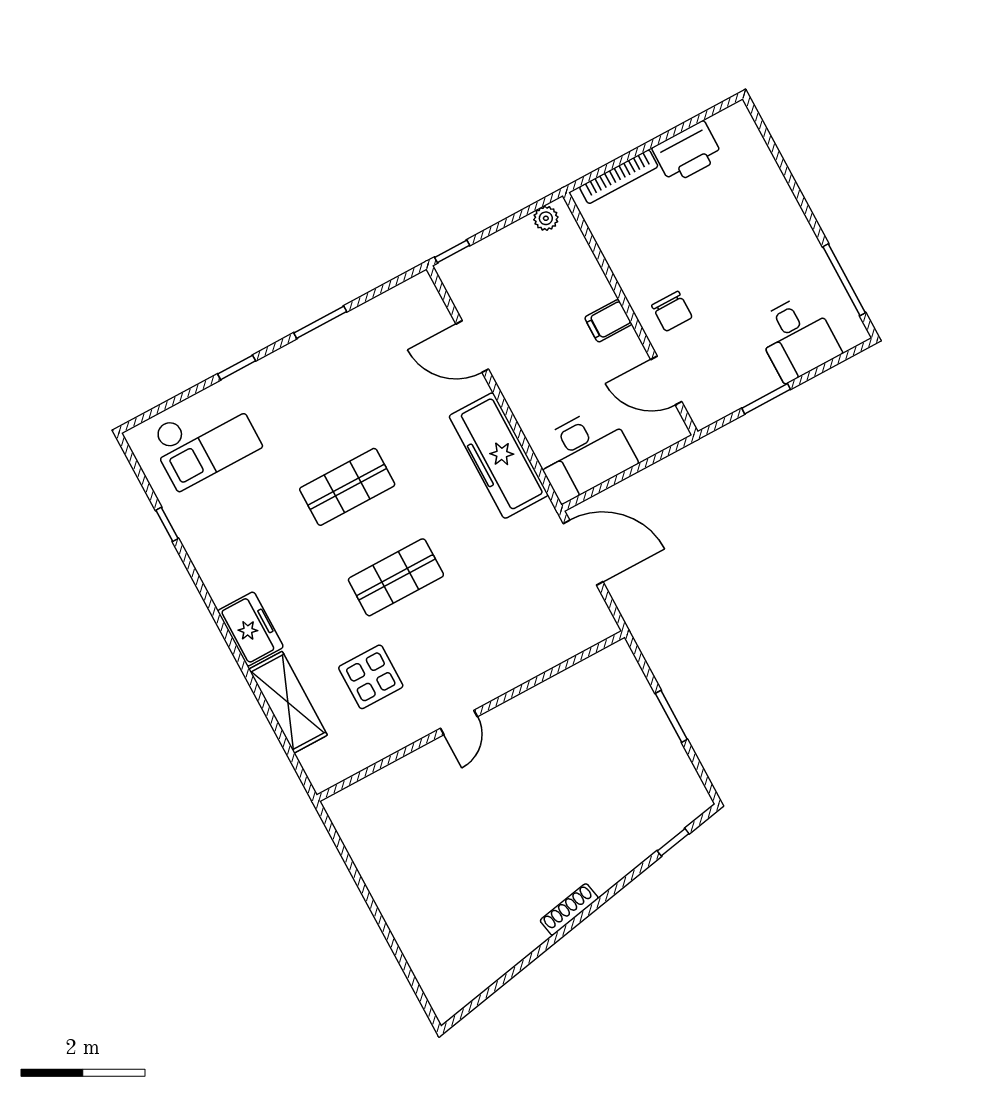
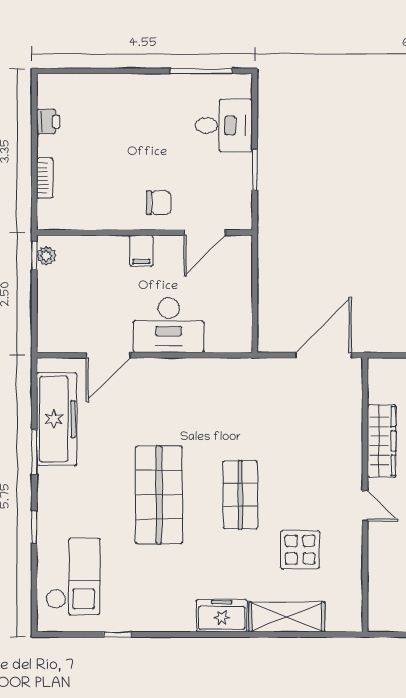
printer: (687, 152) -> (48, 121), width x0.53, depth x0.68
bookcase: (619, 177) -> (45, 178), width x0.64
window: (452, 251) -> (34, 256), moved
desk: (584, 454) -> (169, 325), moved, turned 90
freezer: (499, 456) -> (57, 419), moved, turned -90
shop shelf: (347, 487) -> (159, 495), width x1.43, depth x1.36
door: (583, 553) -> (324, 355), moved
wardrobe: (541, 702) -> (382, 441), added

